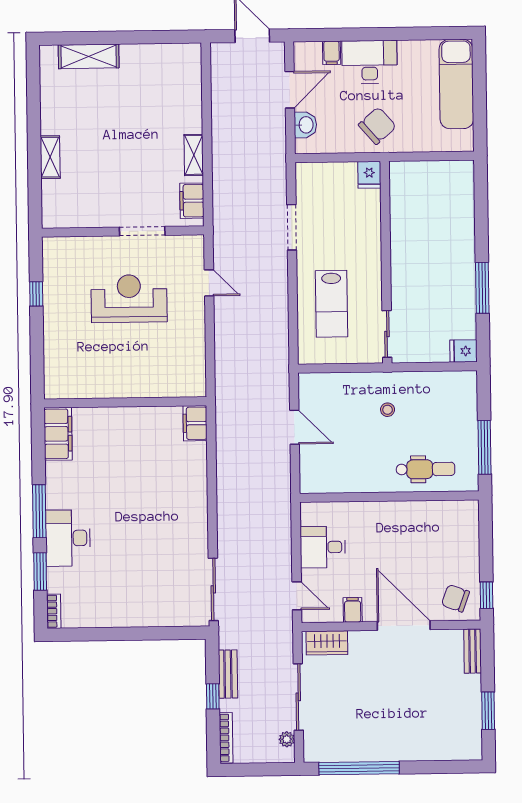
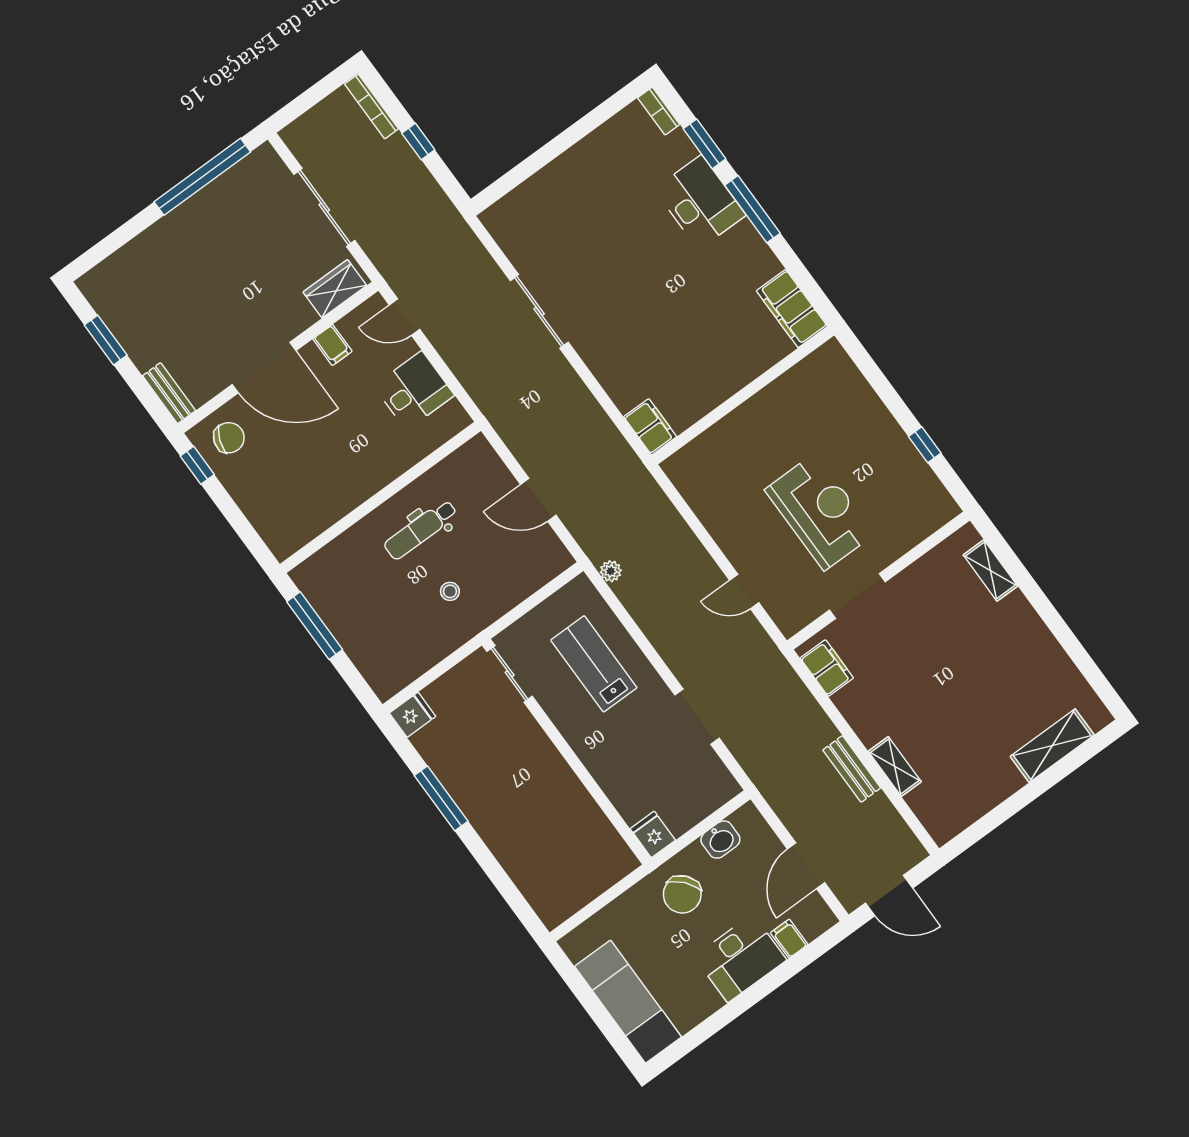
washbasin: (305, 125) -> (720, 840), moved, turned -90
shelving: (194, 155) -> (895, 766), moved
shelving: (50, 157) -> (990, 571), moved
reception desk: (129, 299) -> (820, 512), turned -90
dental chair: (426, 469) -> (421, 530), moved
sliding door: (213, 589) -> (539, 311), moved
bench: (228, 674) -> (852, 769), moved
plant: (287, 739) -> (611, 571), moved

